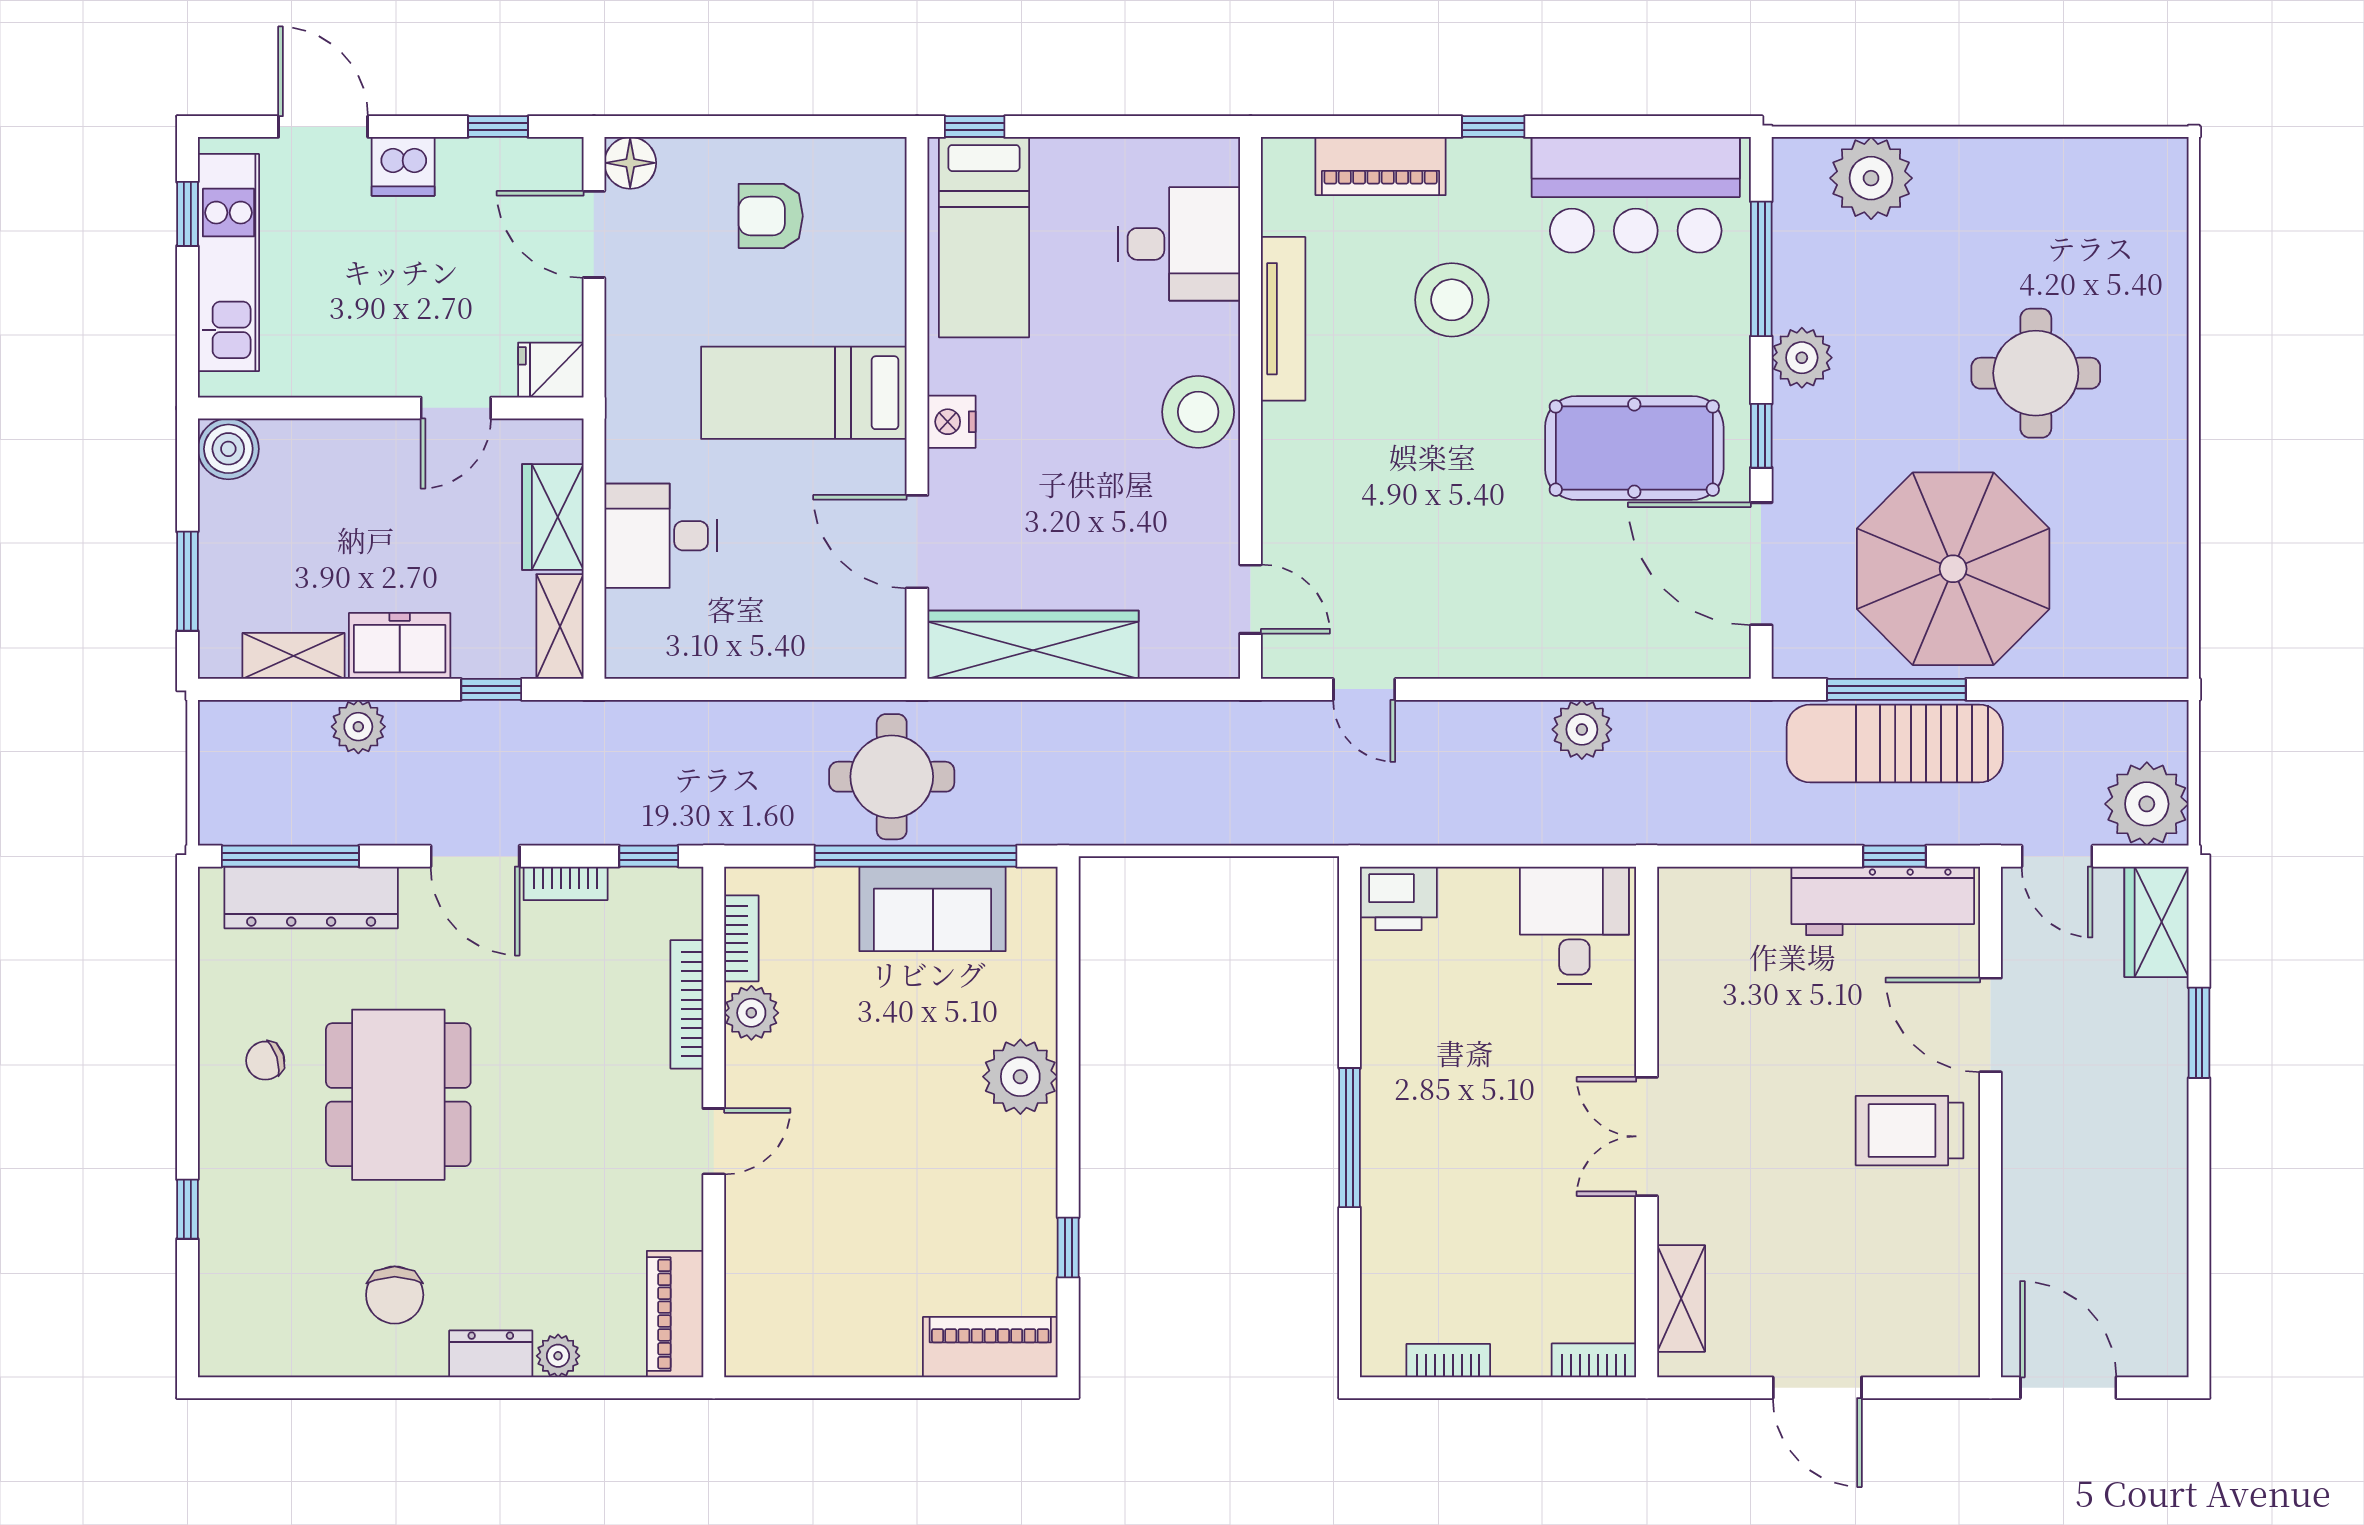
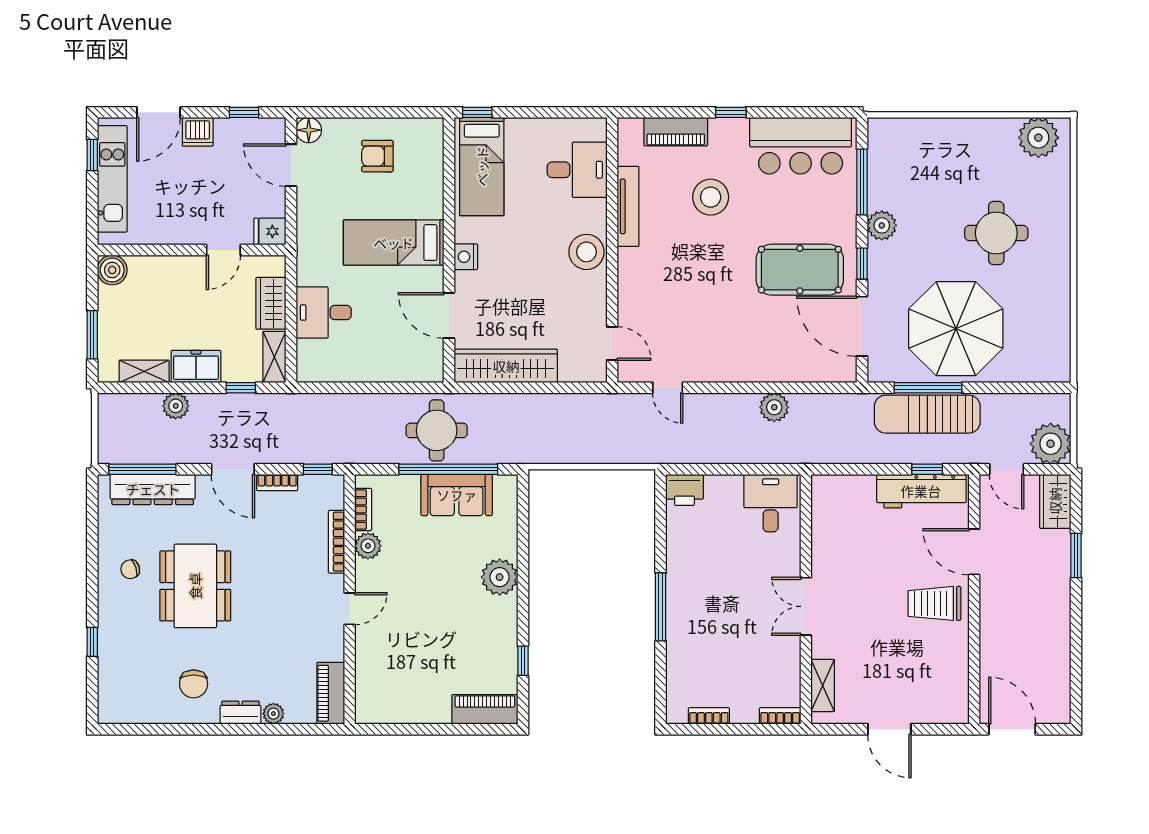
door: (323, 127) -> (159, 112), swing flipped
plant: (1871, 178) -> (1038, 138), moved

